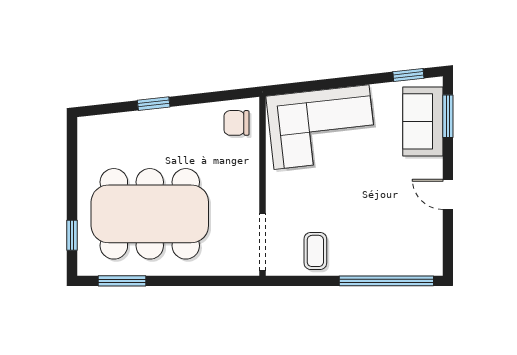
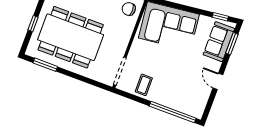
window: (72, 235) -> (33, 24), moved

